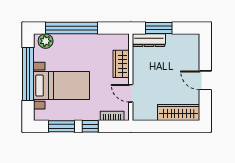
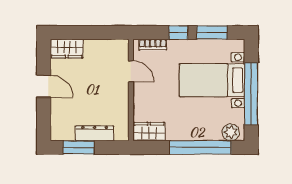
window: (159, 28) -> (79, 147), moved
dresser: (149, 40) -> (95, 133), moved
wardrobe: (121, 64) -> (149, 132), moved, turned -90
wardrobe: (179, 113) -> (67, 49), width x0.67

